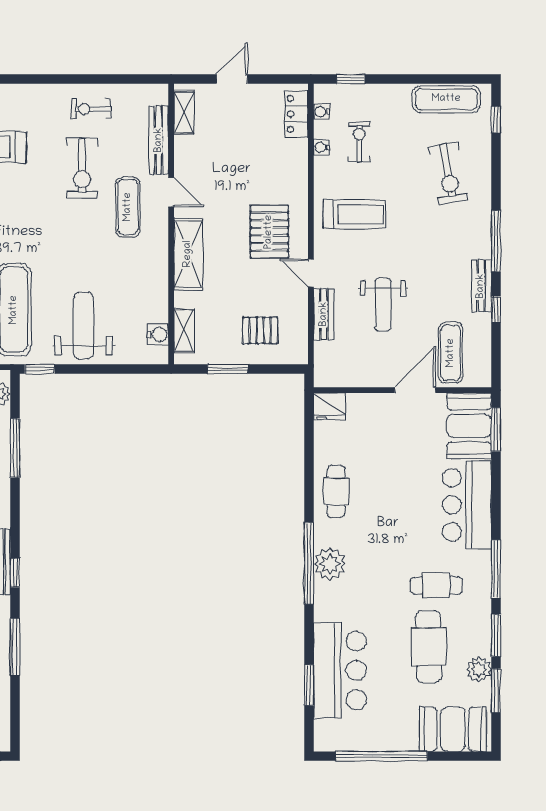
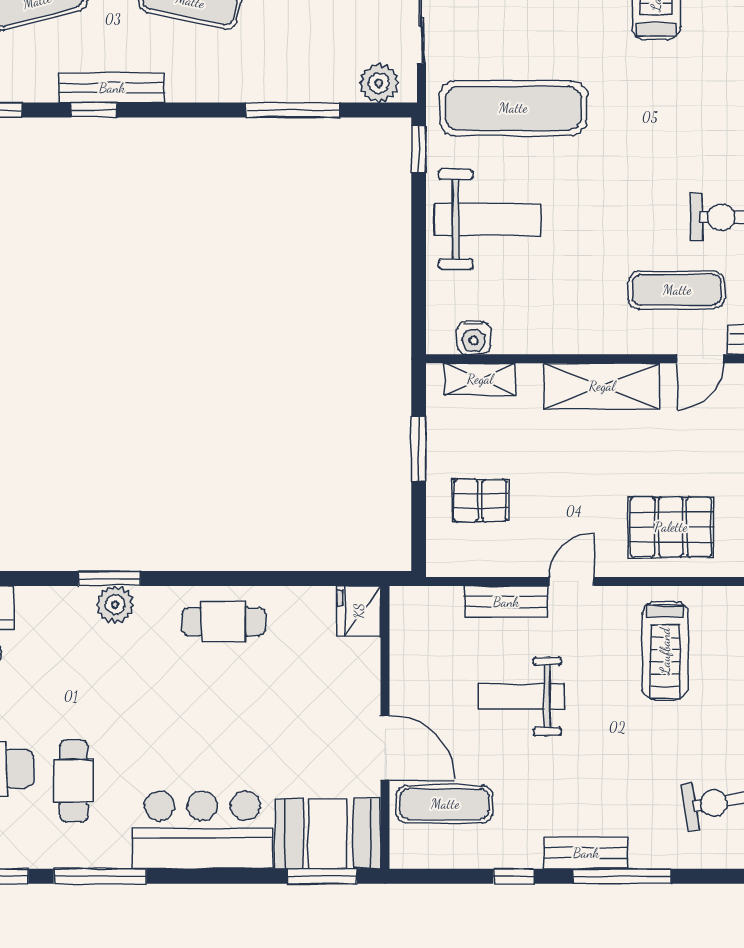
pallet: (269, 232) -> (671, 527), moved
bench: (481, 286) -> (586, 853), moved
pallet: (260, 330) -> (480, 501), turned 90
window: (309, 563) -> (109, 578), width x0.47
plant: (330, 564) -> (115, 605), width x0.73, depth x0.73

